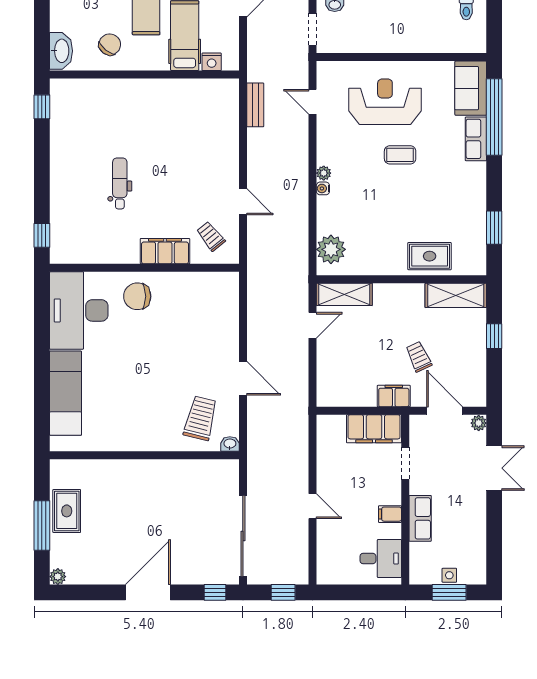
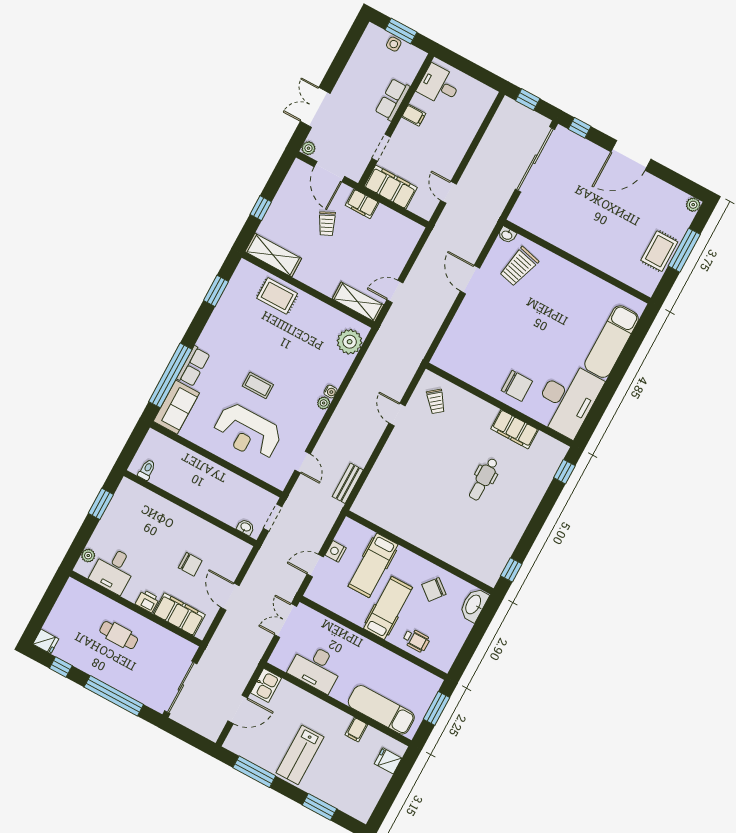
nightstand: (212, 62) -> (336, 551), moved, turned -90
filing cabinet: (165, 251) -> (515, 429), moved
door: (313, 506) -> (449, 192), moved

